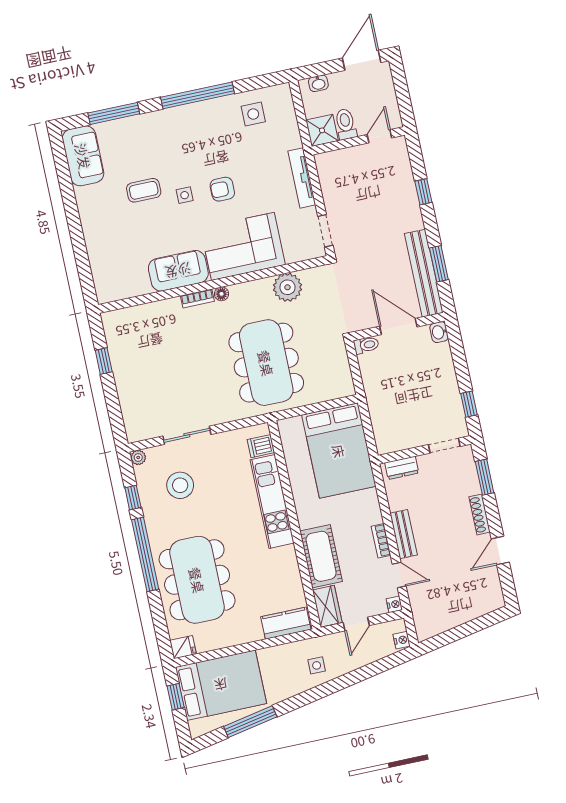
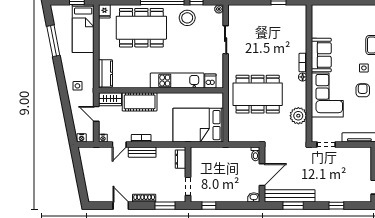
stool: (180, 485) -> (187, 18), moved
bed: (221, 685) -> (83, 29), width x0.67

